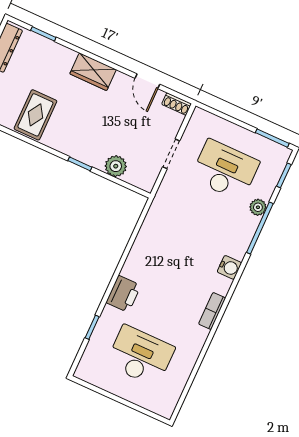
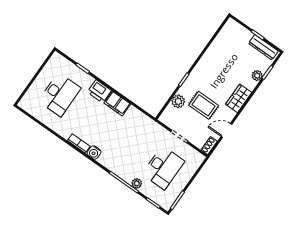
plant: (51, 49) -> (257, 76), added
rug: (35, 115) -> (204, 105), moved
filing cabinet: (137, 262) -> (117, 104), added
water cooler: (229, 267) -> (94, 153), moved

